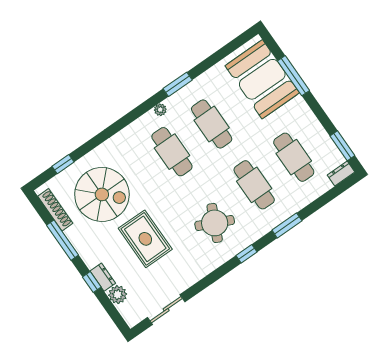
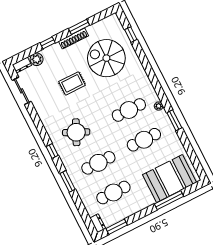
spiral stairs: (102, 194) -> (106, 58), turned 90
shoe rack: (55, 210) -> (73, 38), moved
rug: (145, 239) -> (72, 83), width x0.73, depth x0.70
window: (63, 240) -> (79, 27), width x0.69
dresser: (103, 277) -> (22, 65), moved

